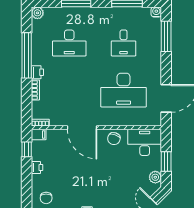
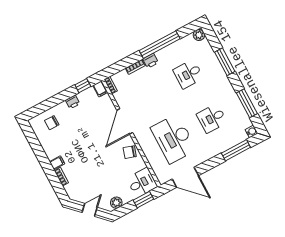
desk: (69, 43) -> (188, 74), width x0.73
desk: (145, 142) -> (142, 183), width x0.73
window: (166, 161) -> (143, 200), moved

